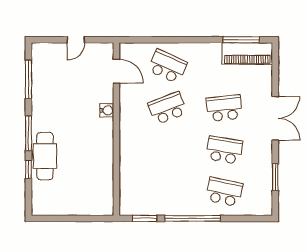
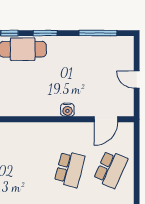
school desk: (167, 108) -> (70, 169), turned 36
window: (28, 133) -> (45, 33), width x0.69

